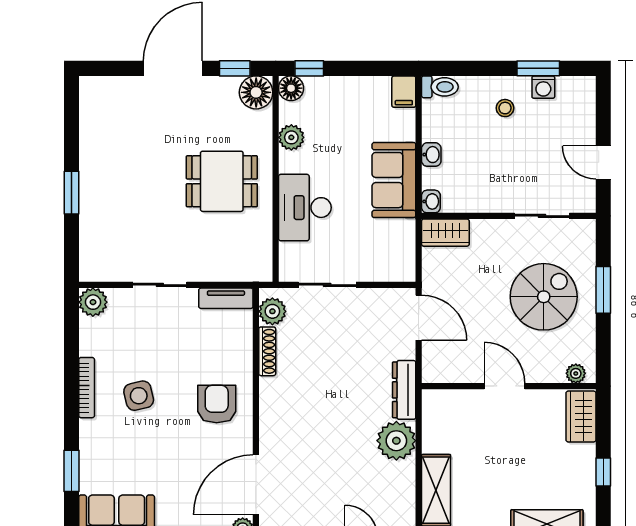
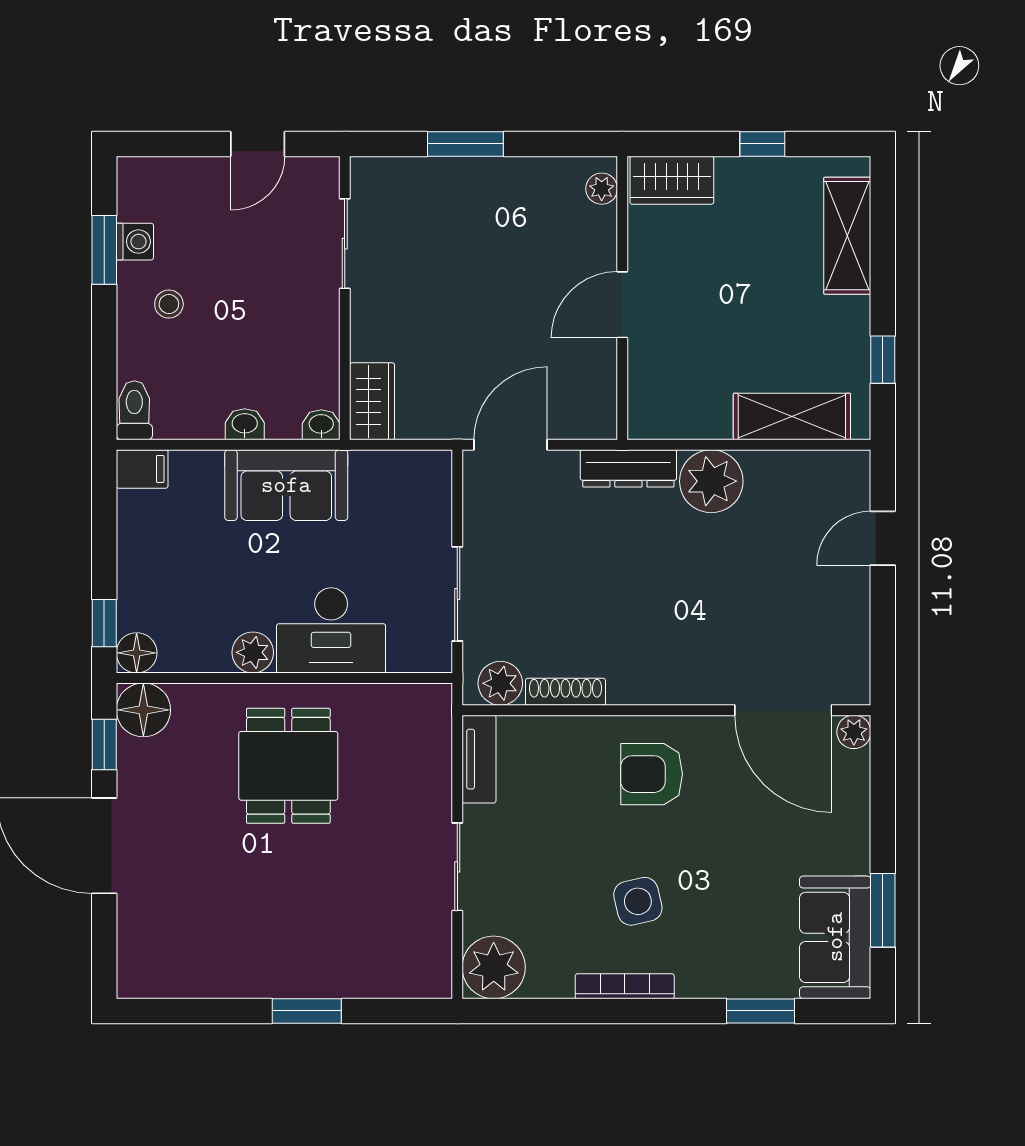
plant: (291, 137) -> (253, 652), moved
spiral stairs: (544, 297) -> (477, 241), removed
plant: (93, 302) -> (494, 967), width x1.36, depth x1.36

